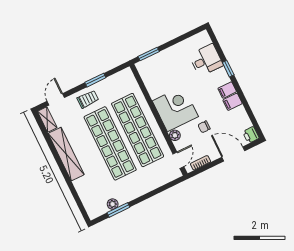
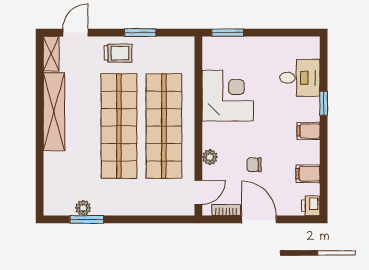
filing cabinet: (233, 102) -> (308, 174), moved
corner desk: (175, 109) -> (228, 96), moved
door: (233, 154) -> (259, 219), moved

